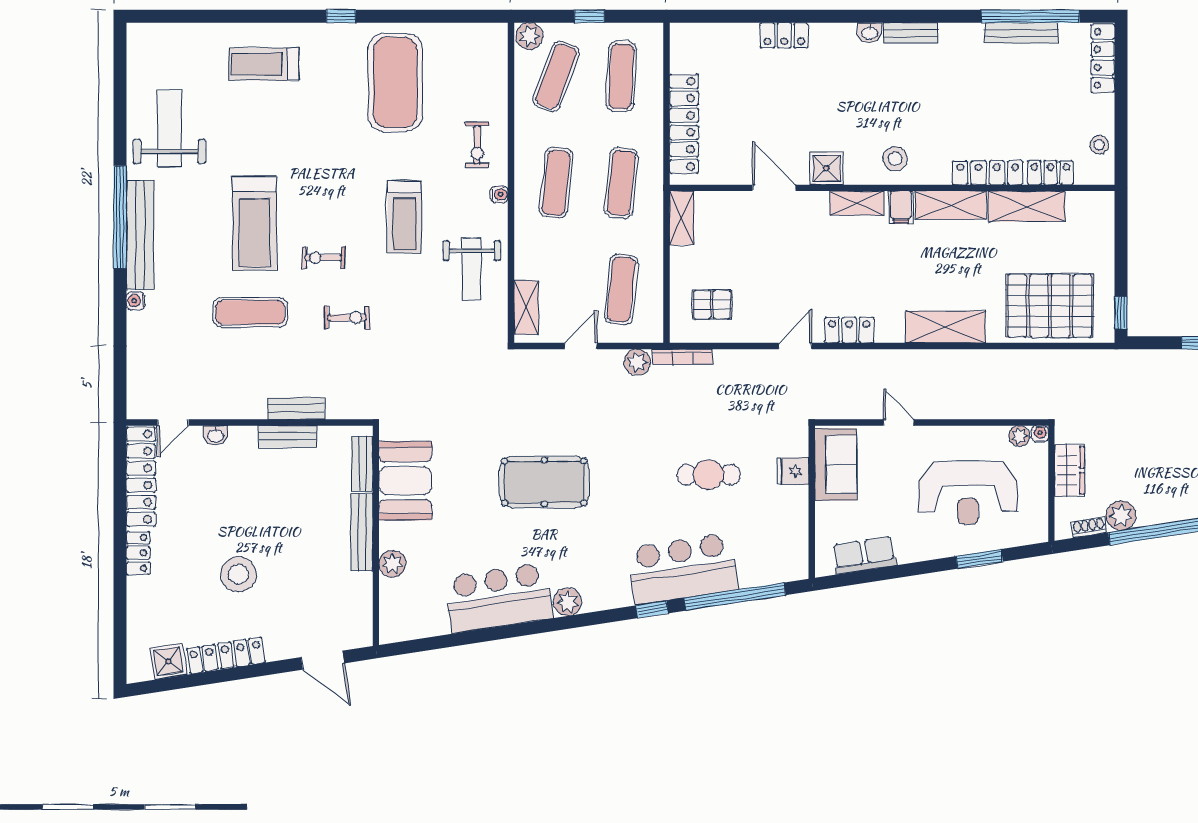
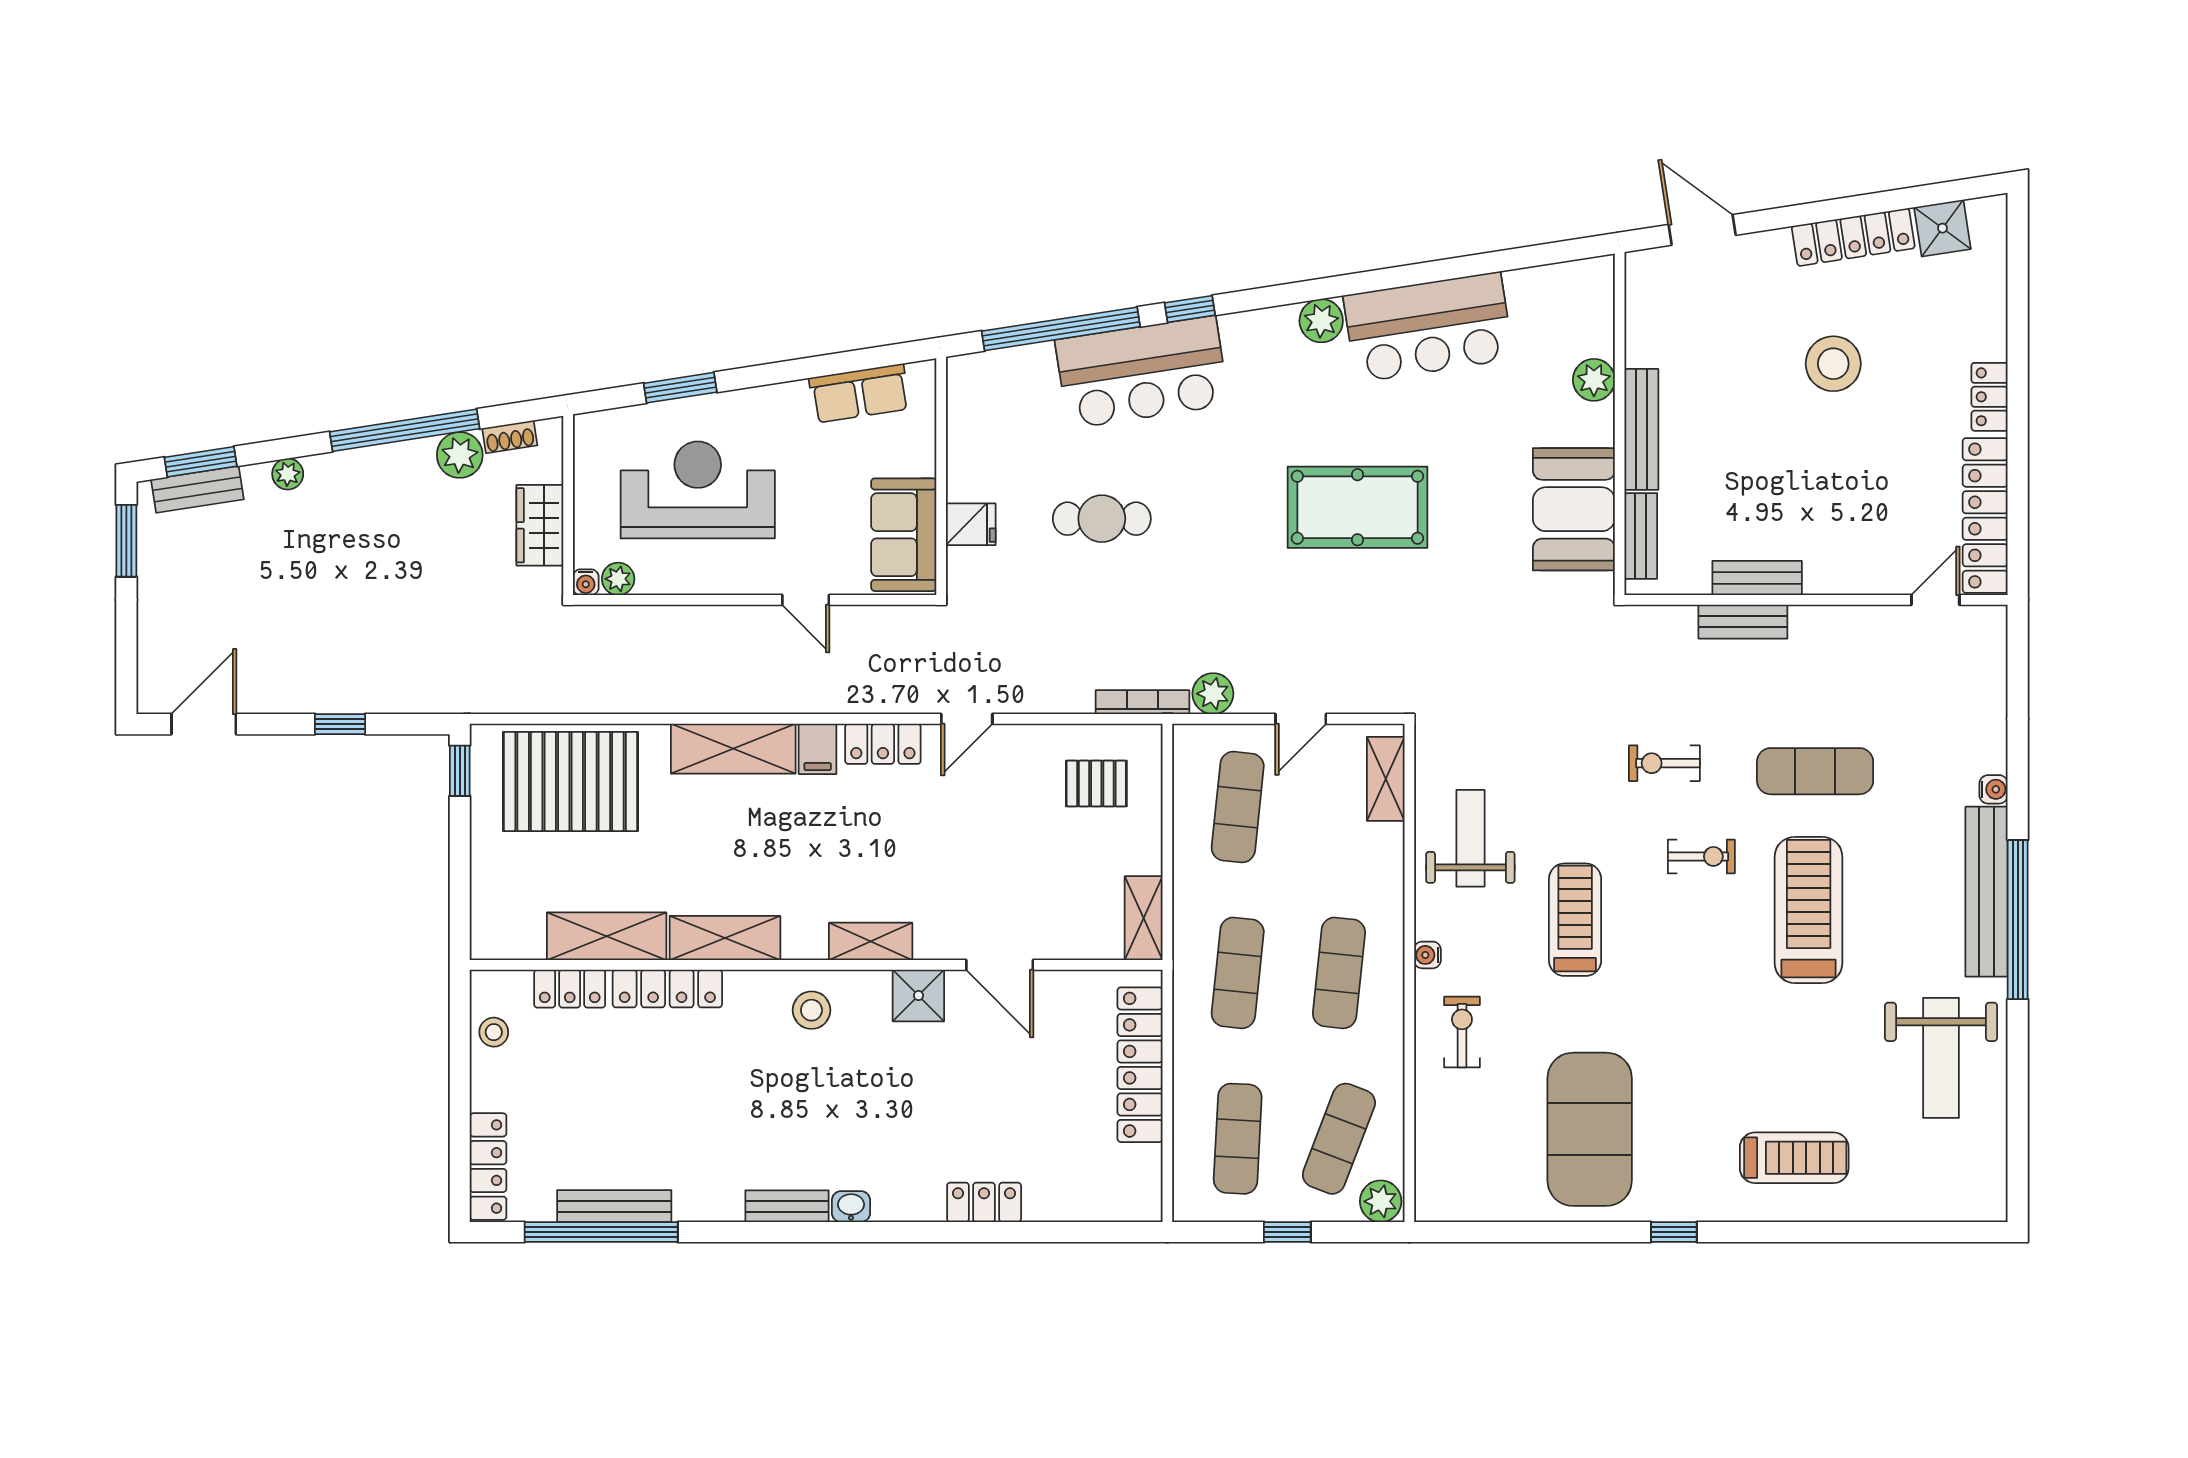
filing cabinet: (901, 207) -> (818, 749), moved, turned 180
washbasin: (215, 435) -> (1869, 580), removed

